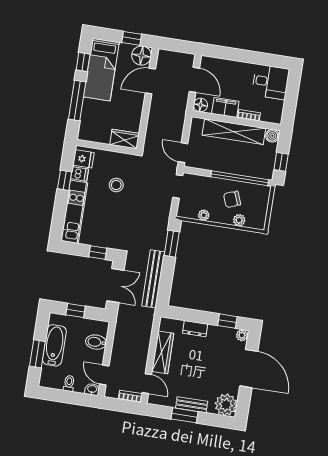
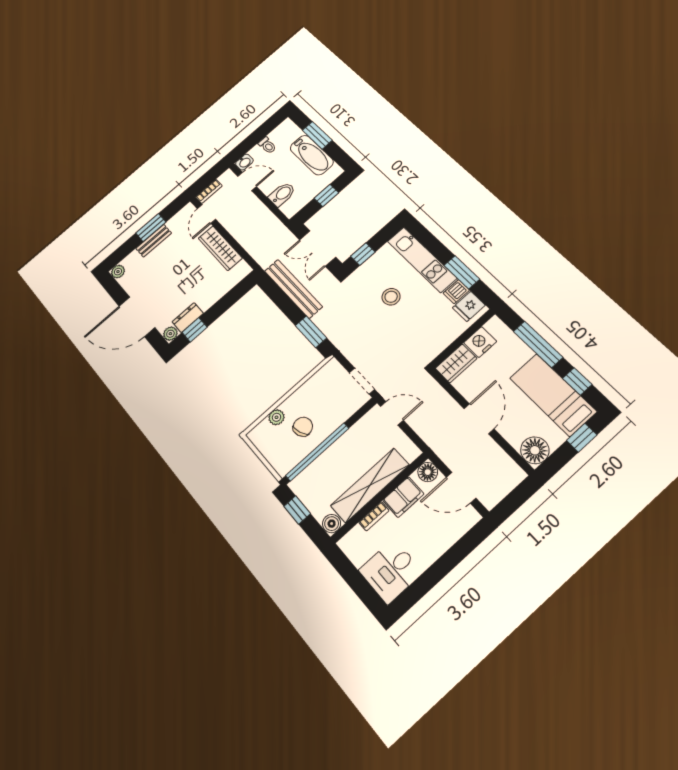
window: (132, 38) -> (582, 438), moved
door: (150, 81) -> (479, 419), moved
nightstand: (101, 135) -> (480, 342), added
window: (65, 180) -> (462, 272), width x1.50
stool: (116, 185) -> (391, 297), moved
plant: (204, 215) -> (312, 385), removed
dresser: (195, 329) -> (188, 318), moved
door: (147, 384) -> (206, 214), hinge flipped
plant: (226, 405) -> (118, 272), width x0.53, depth x0.53

